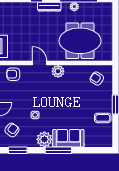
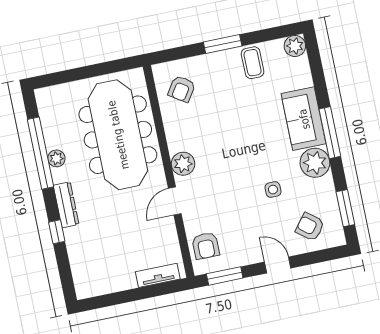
meeting table: (80, 41) -> (118, 135), width x1.36
plant: (107, 142) -> (295, 46), added

